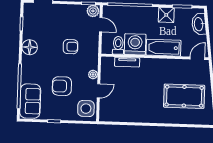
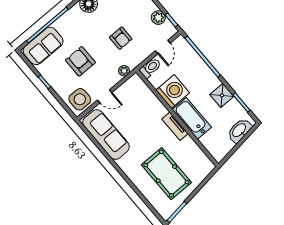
plant: (93, 11) -> (158, 18), moved
toilet: (118, 45) -> (150, 68), moved
door: (197, 58) -> (209, 156), removed
tv unit: (127, 62) -> (175, 126), moved
plant: (93, 74) -> (124, 71), moved
sofa: (124, 112) -> (106, 135), added

